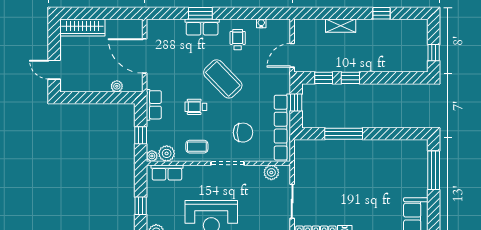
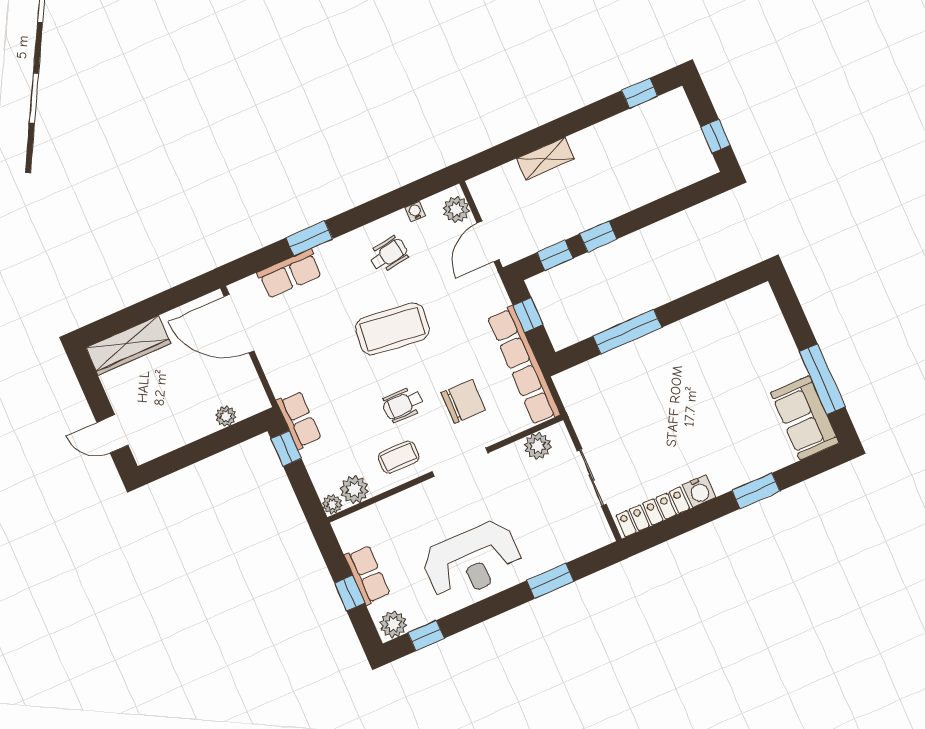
window: (381, 13) -> (640, 93), moved
row of seats: (202, 27) -> (290, 274), moved
plant: (283, 32) -> (456, 209), added
wheelchair: (238, 40) -> (389, 255), turned 80
door: (145, 56) -> (239, 324), moved
coffee table: (223, 79) -> (392, 329), turned -39
wheelchair: (196, 107) -> (403, 404), moved
window: (141, 135) -> (286, 449), moved
window: (434, 170) -> (822, 379), moved
row of seats: (167, 173) -> (367, 575), moved, turned -90

